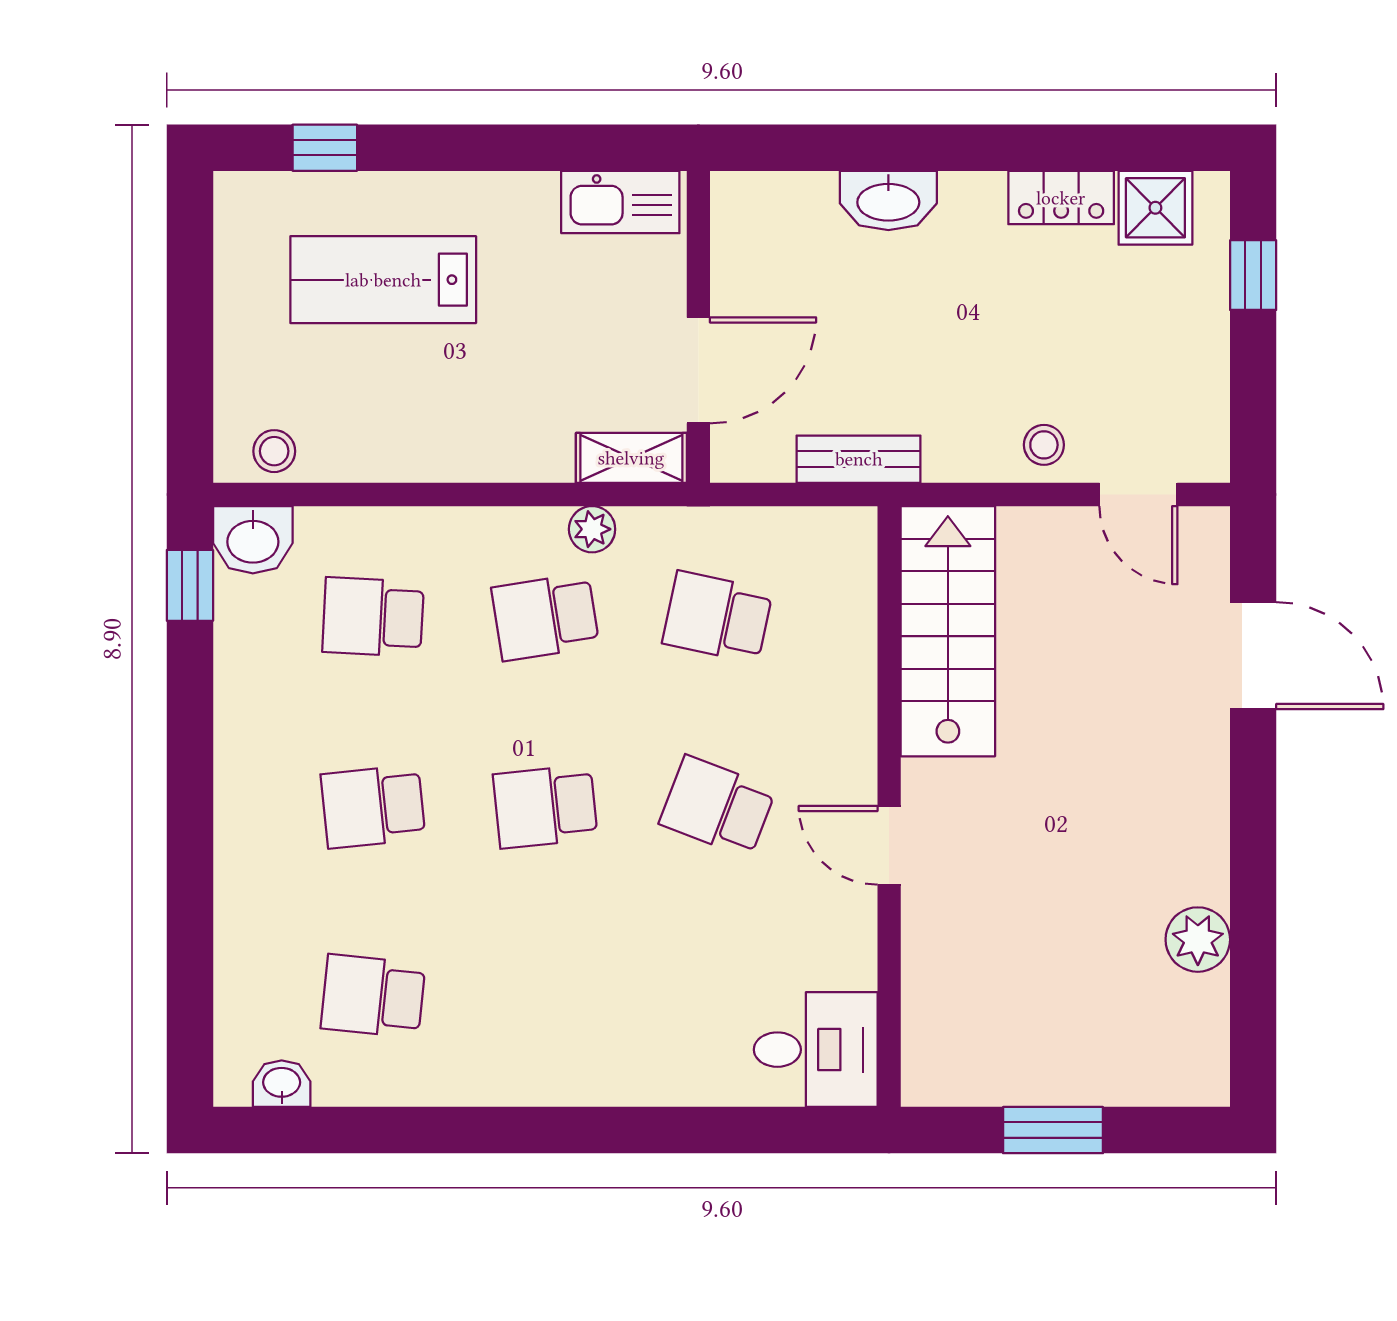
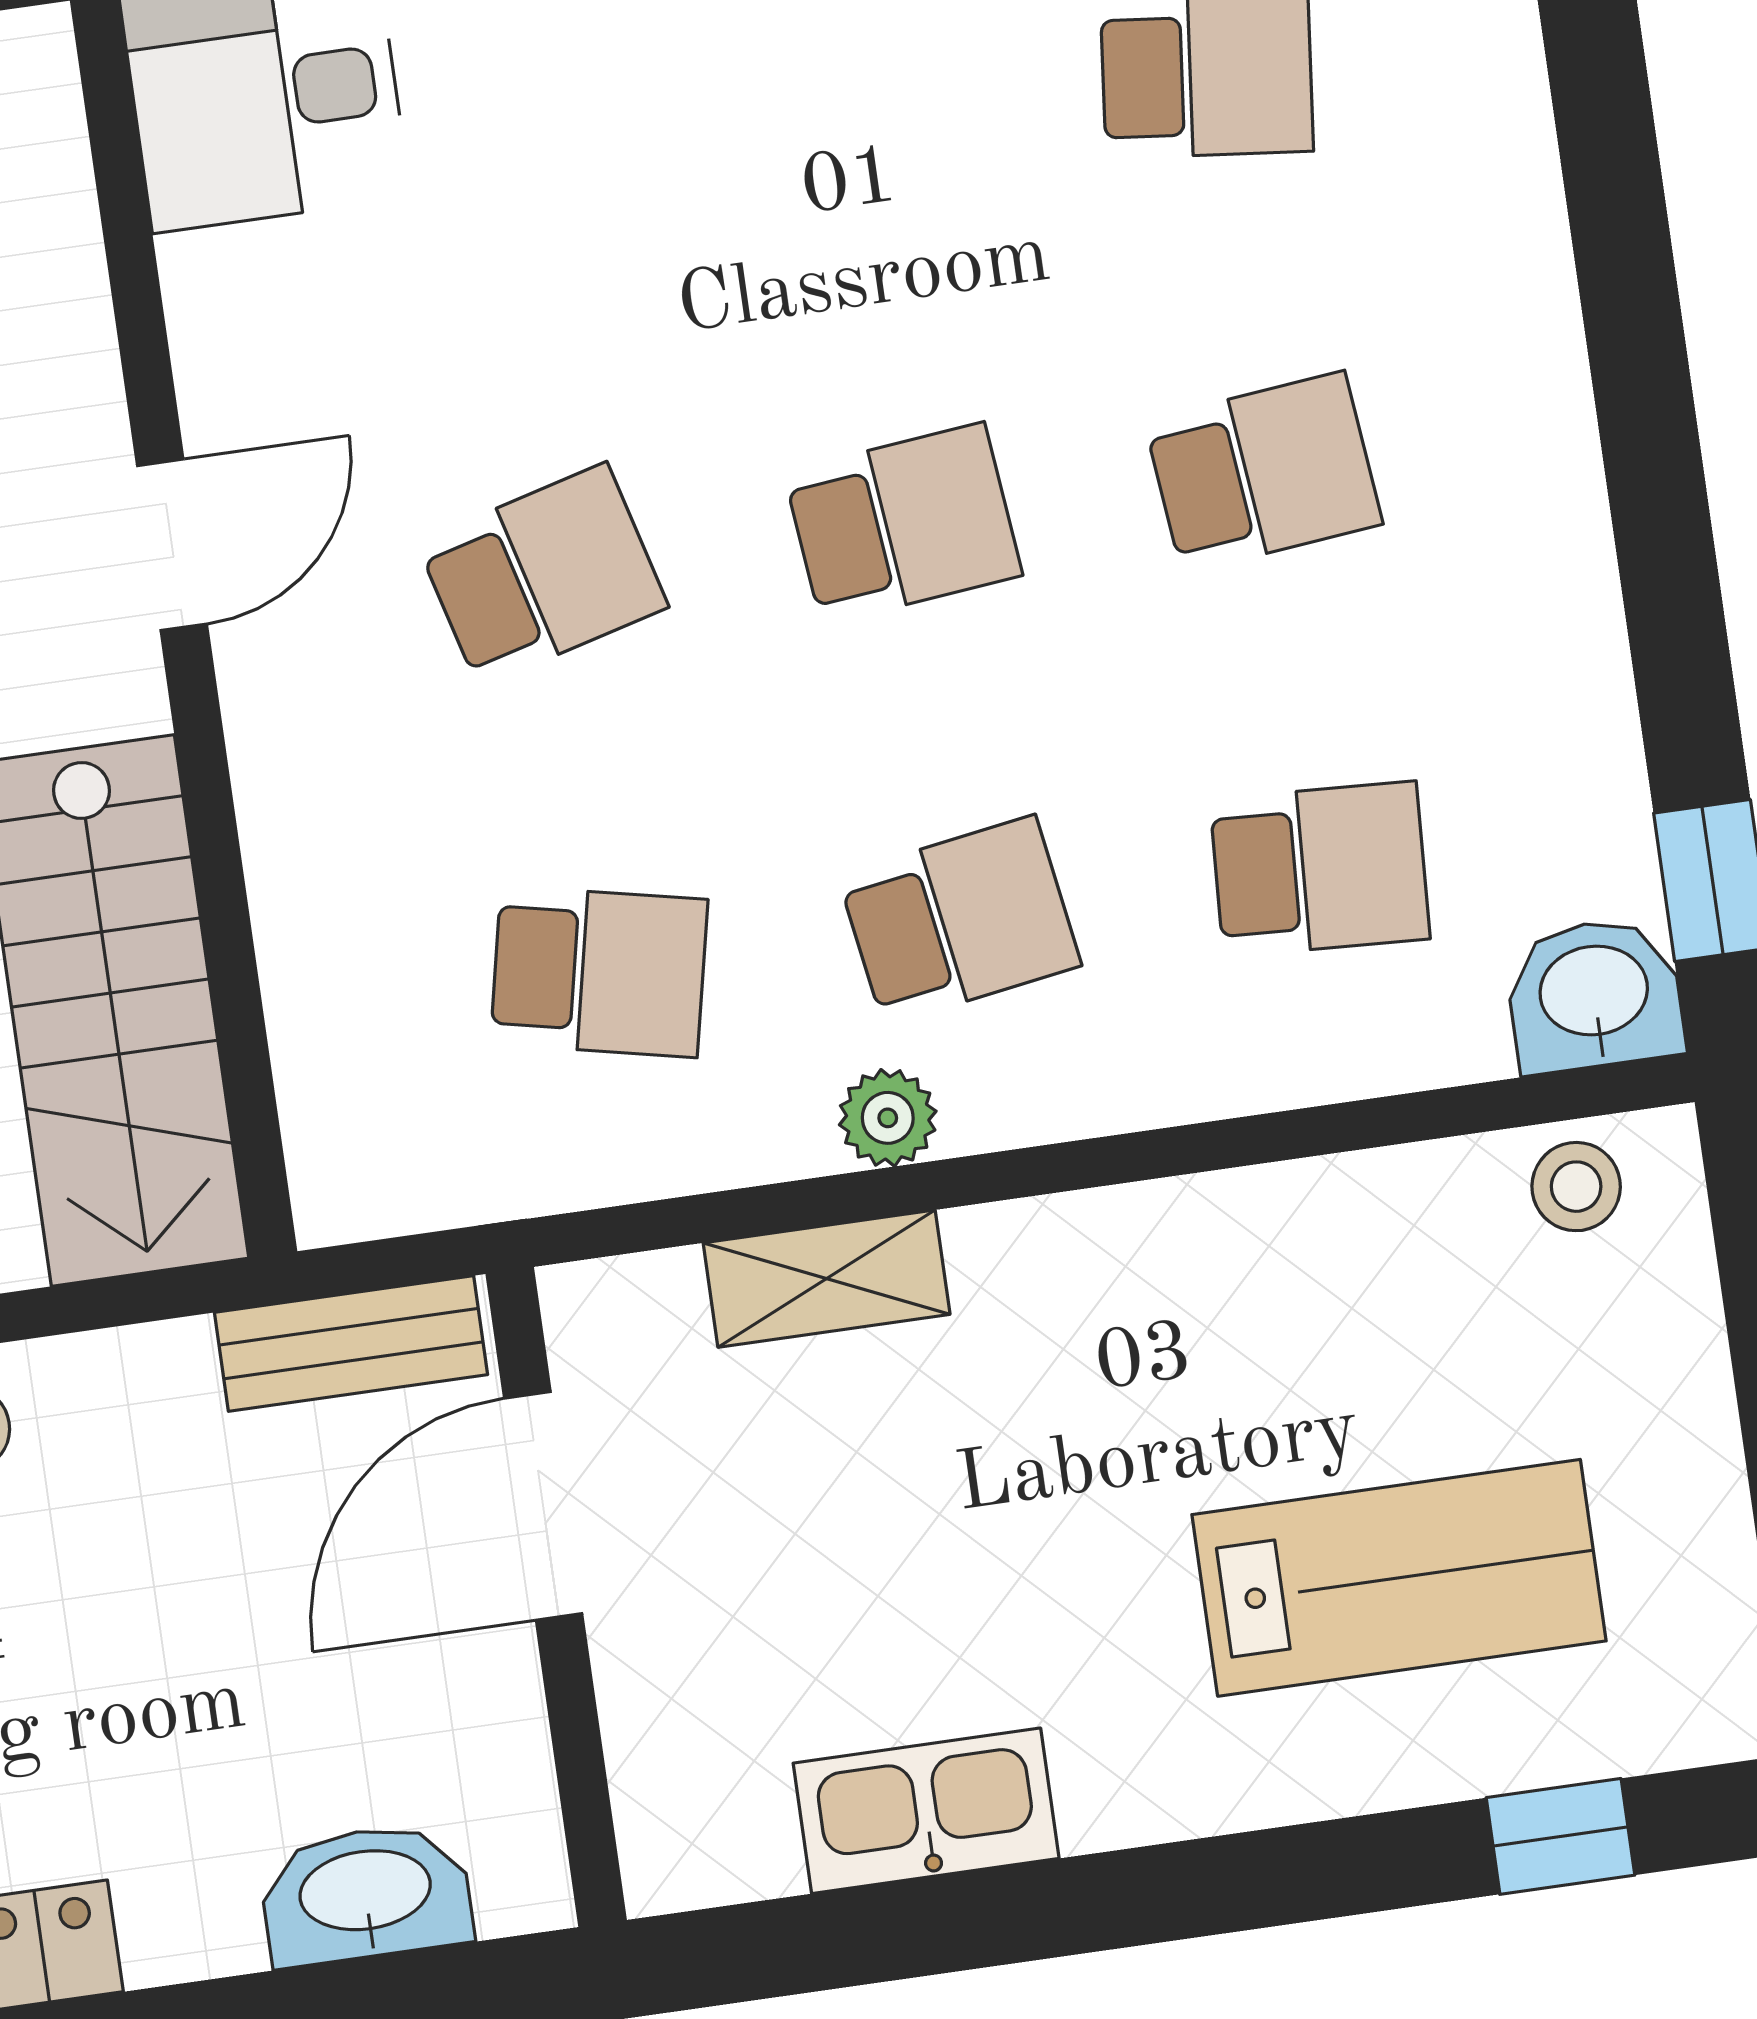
wall: (698, 327) -> (556, 1597), moved
door: (698, 370) -> (543, 1506), moved
school desk: (717, 806) -> (543, 575), turned -36
door: (889, 845) -> (172, 545), hinge flipped

